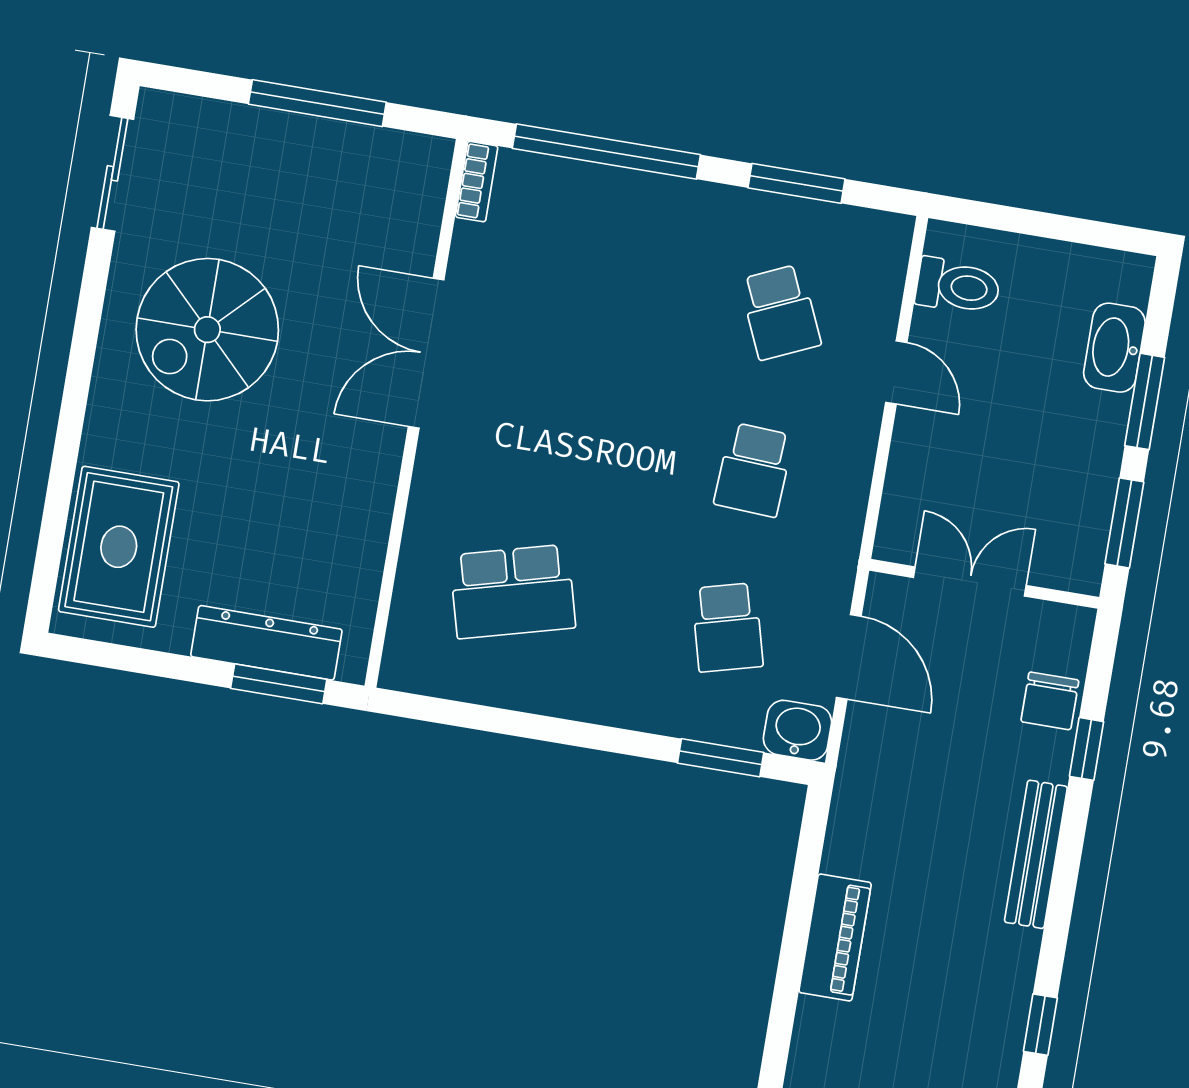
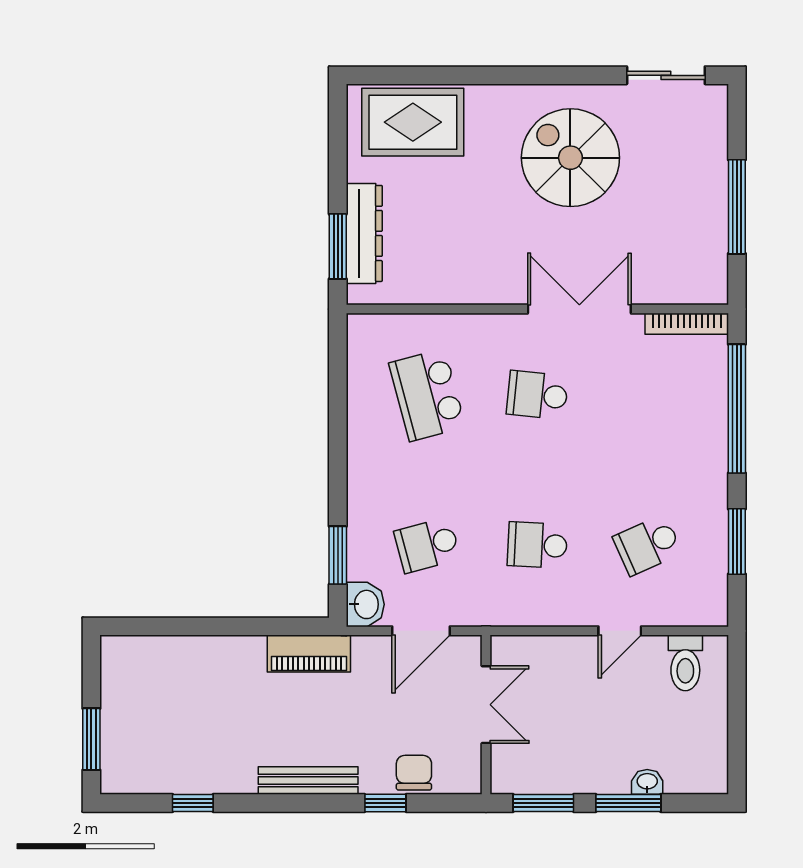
bookcase: (477, 182) -> (687, 324), width x1.56
washbasin: (1114, 348) -> (647, 782), width x0.52, depth x0.69
school desk: (539, 434) -> (537, 395), added
chair: (1050, 701) -> (414, 773), turned 90
piano: (835, 938) -> (309, 654), moved

